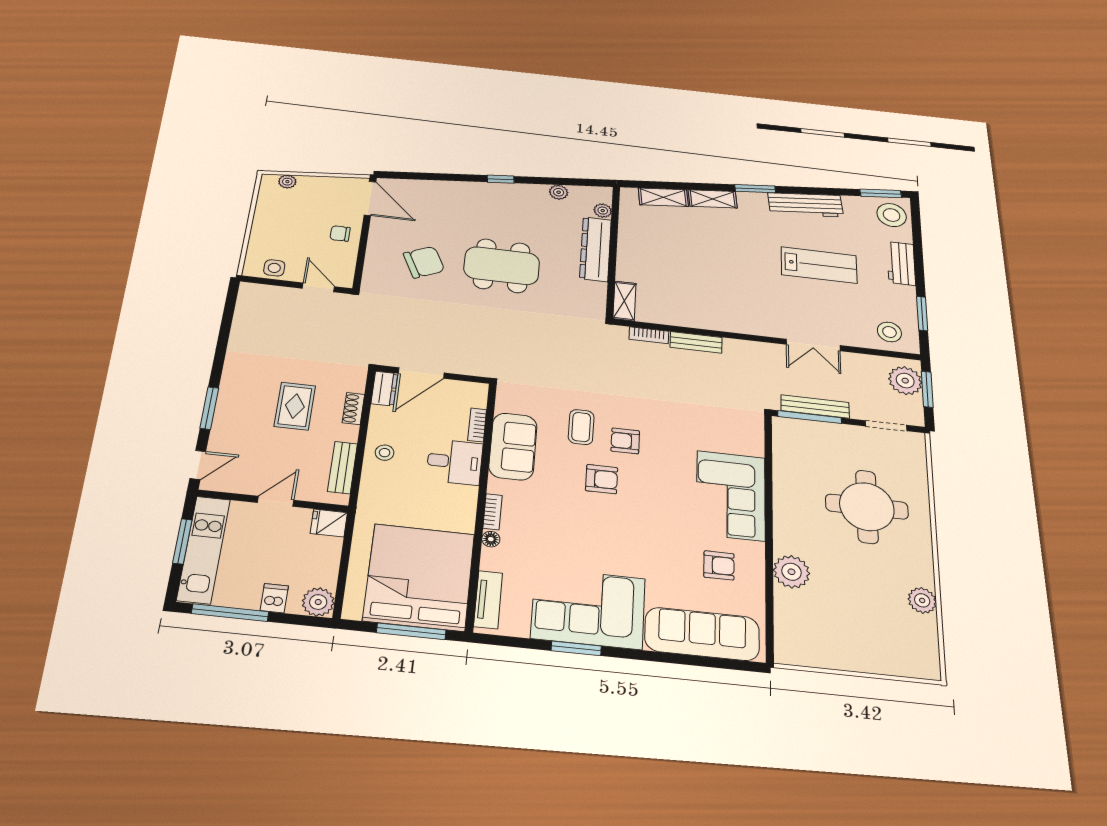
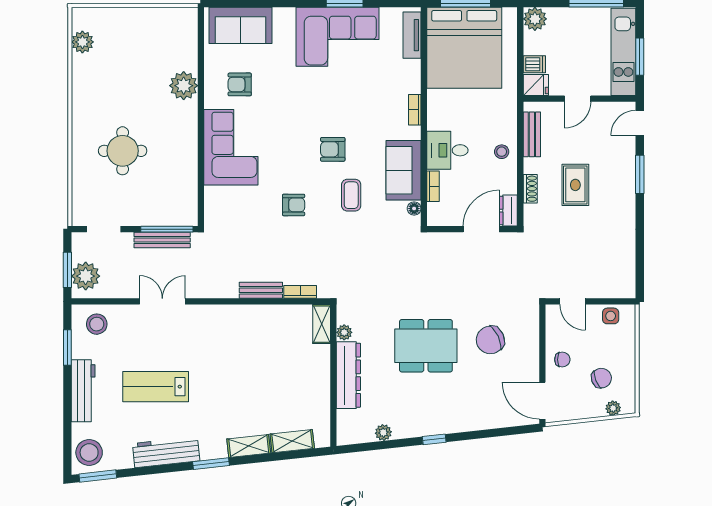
chair: (296, 211) -> (601, 378), added
plant: (603, 211) -> (344, 332), moved
workbench: (901, 263) -> (83, 391), width x1.38
armchair: (625, 441) -> (294, 205), moved
round table: (867, 507) -> (123, 151), width x0.73, depth x0.73
floor lamp: (491, 539) -> (414, 209), moved
dishwasher: (274, 598) -> (534, 64), moved, turned -90
plant: (922, 600) -> (82, 42), moved
sofa: (702, 634) -> (240, 25), width x0.73

